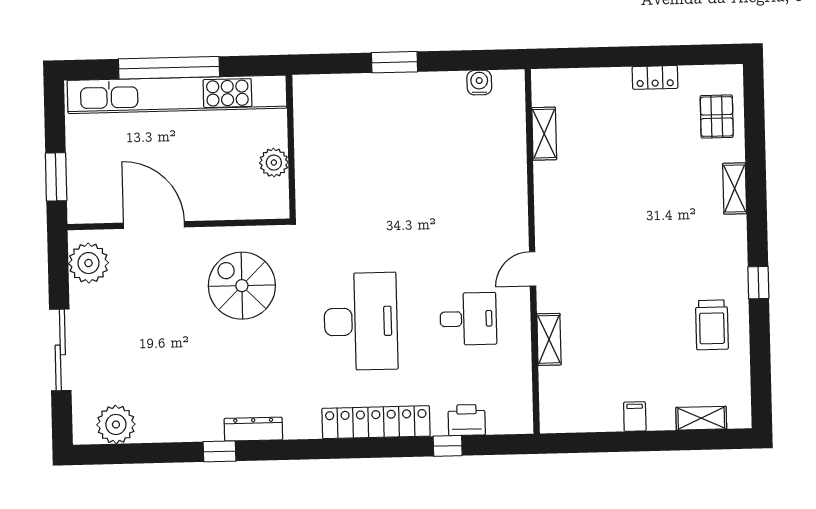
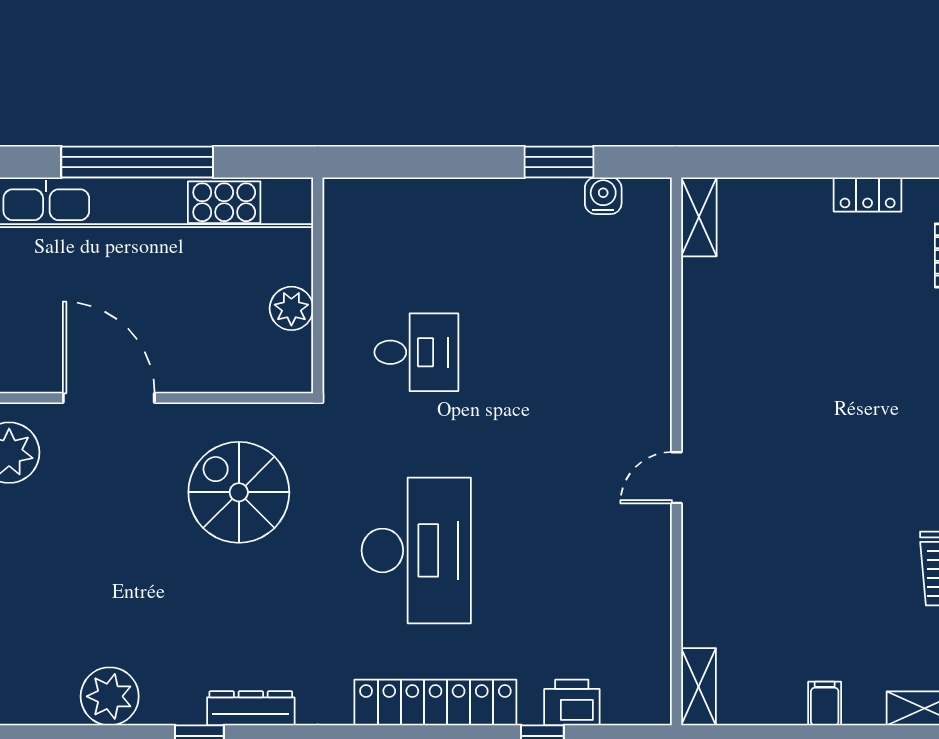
window: (394, 62) -> (559, 162), moved
shelving: (544, 134) -> (699, 217), moved
desk: (468, 319) -> (416, 352), moved
shelving: (549, 339) -> (699, 687), moved
plant: (116, 424) -> (110, 696), moved

